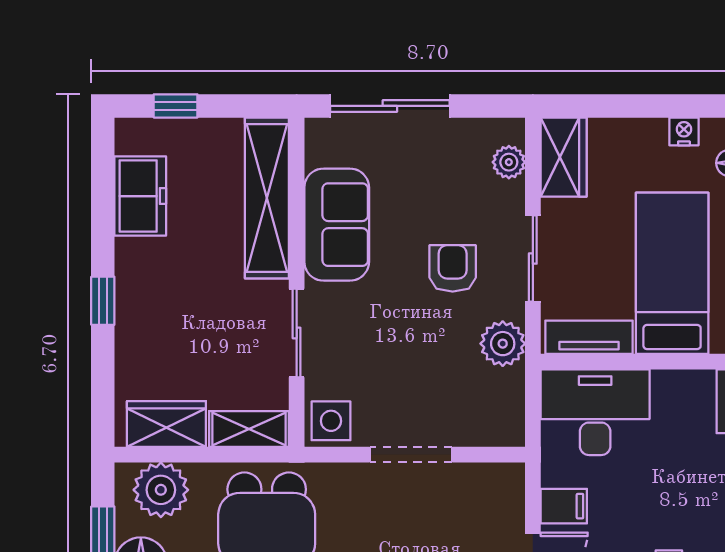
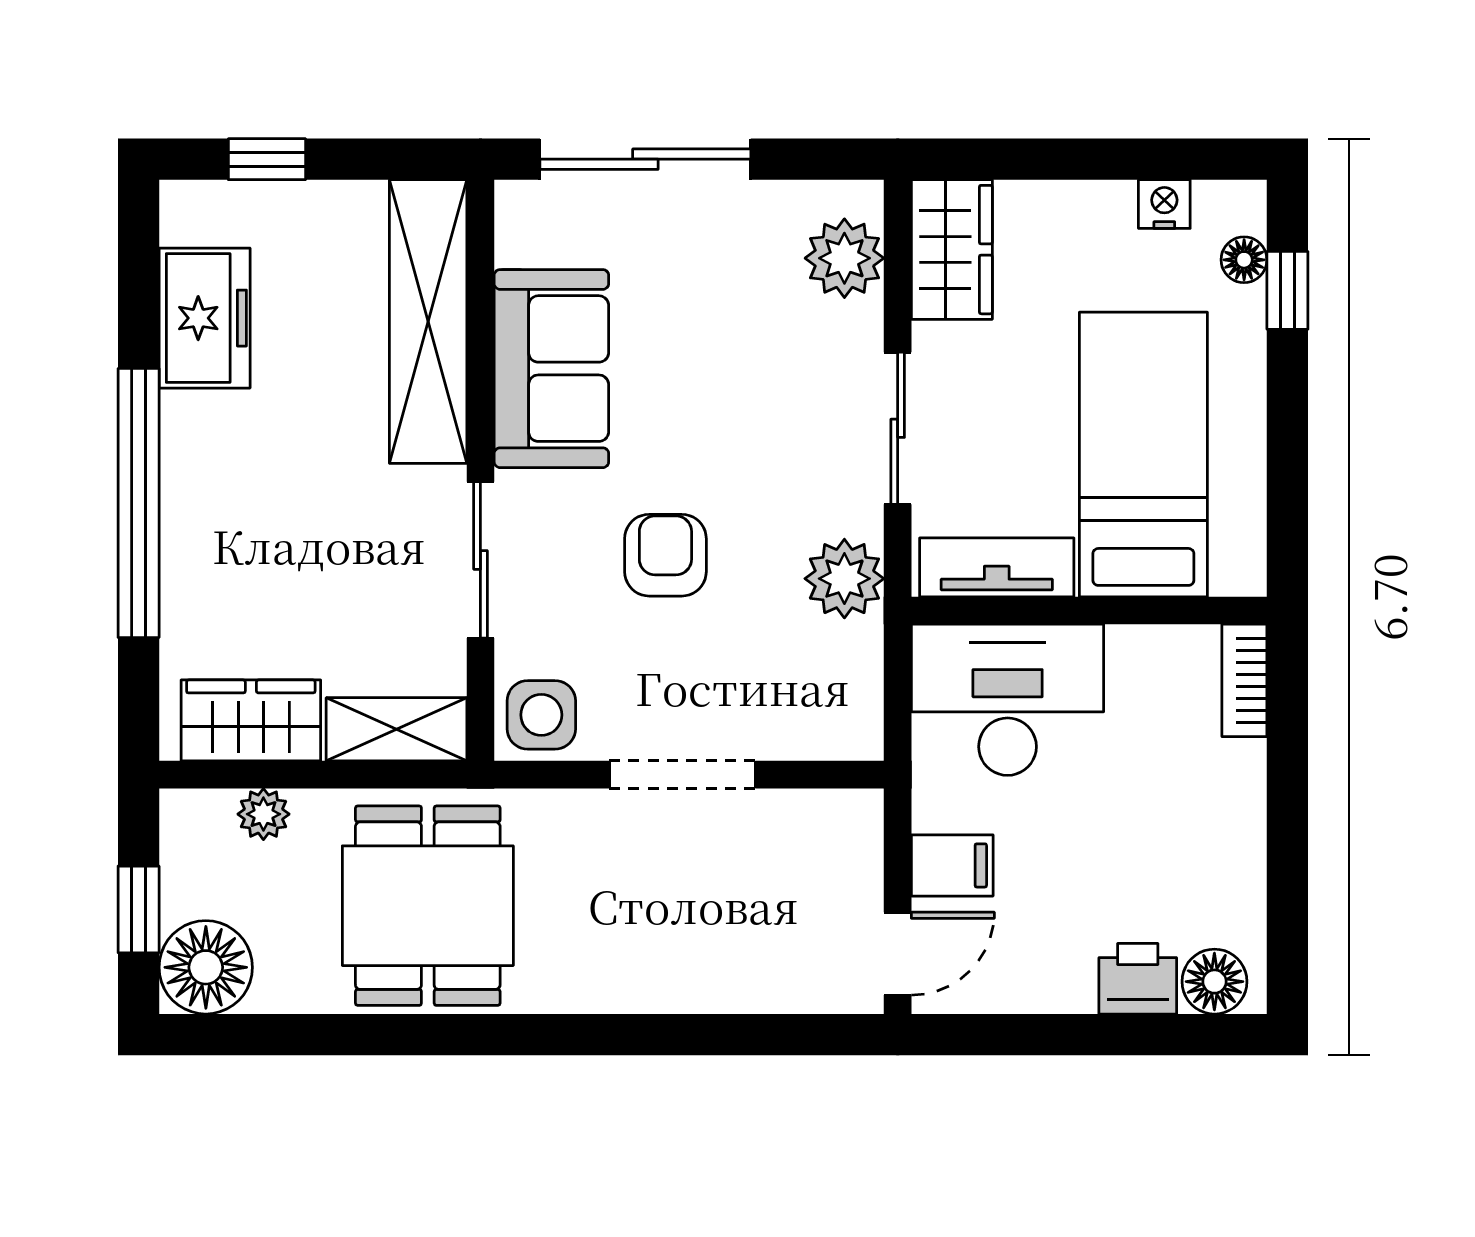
plant: (509, 162) -> (844, 258), width x1.38, depth x1.38
armchair: (453, 268) -> (665, 555), moved
window: (103, 301) -> (139, 503), width x3.17
plant: (161, 490) -> (263, 814), width x0.53, depth x0.53

